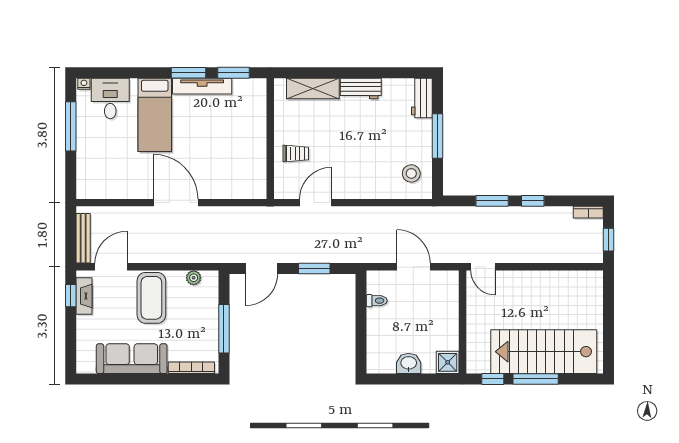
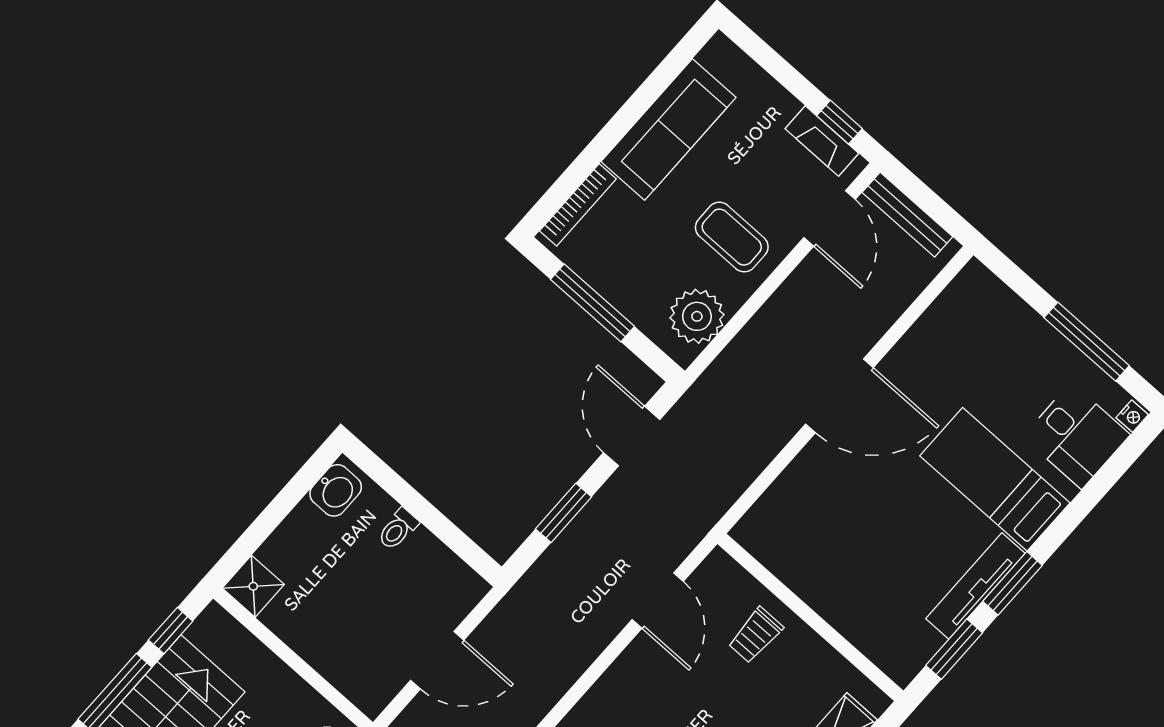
plant: (194, 278) -> (697, 316), width x1.87, depth x1.87
coffee table: (151, 298) -> (732, 237), width x0.73, depth x0.76
toilet: (377, 301) -> (398, 529), moved
washbasin: (409, 363) -> (336, 490), moved

